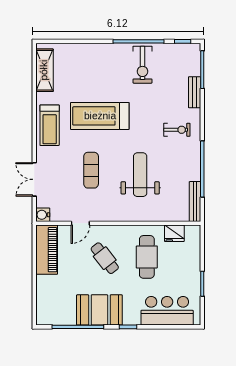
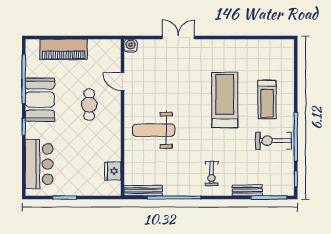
shelving: (44, 70) -> (268, 47), removed
treadmill: (50, 125) -> (267, 99), moved, turned -90
exercise mat: (91, 170) -> (173, 92), removed
weight bench: (140, 175) -> (154, 130), moved, turned 180
double door: (34, 179) -> (178, 37), moved
piano: (47, 250) -> (64, 49), moved
cafe table: (147, 257) -> (90, 145), removed
cafe table: (105, 258) -> (89, 105), turned -52

